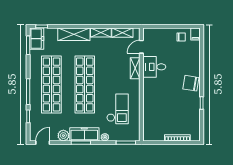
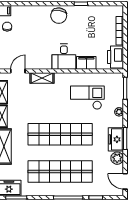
door: (141, 47) -> (18, 71), swing flipped
desk: (154, 67) -> (64, 57), moved
filing cabinet: (149, 108) -> (86, 63), added
freezer: (84, 134) -> (116, 139), width x0.71
printer: (154, 134) -> (115, 57), added

